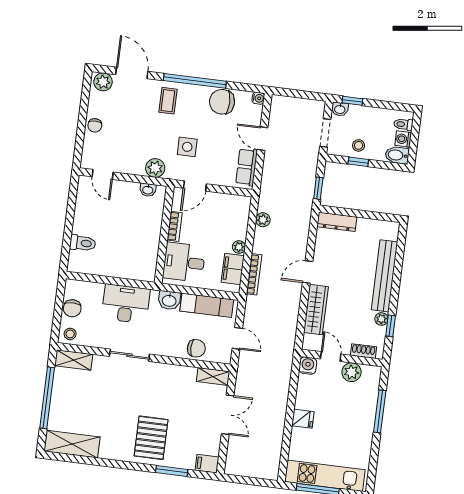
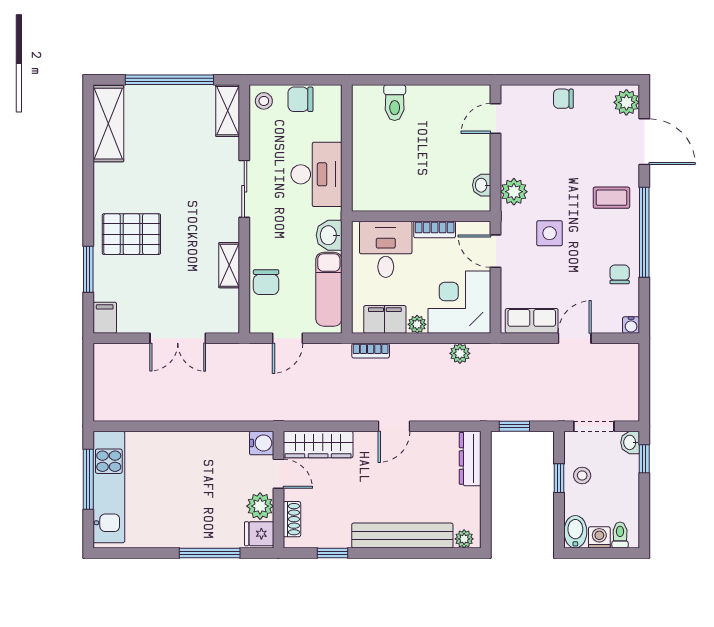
door: (132, 73) -> (644, 142), hinge flipped
chair: (222, 102) -> (620, 274), width x0.54, depth x0.54
corner desk: (227, 216) -> (459, 302), added
door: (308, 272) -> (394, 426), swing flipped
bookcase: (254, 274) -> (371, 351), width x0.64
wardrobe: (316, 310) -> (318, 444), moved
plant: (381, 319) -> (464, 539), moved
door: (331, 357) -> (278, 474), hinge flipped
shelving: (213, 377) -> (229, 265), moved
fridge: (303, 419) -> (259, 534), moved, turned 90

